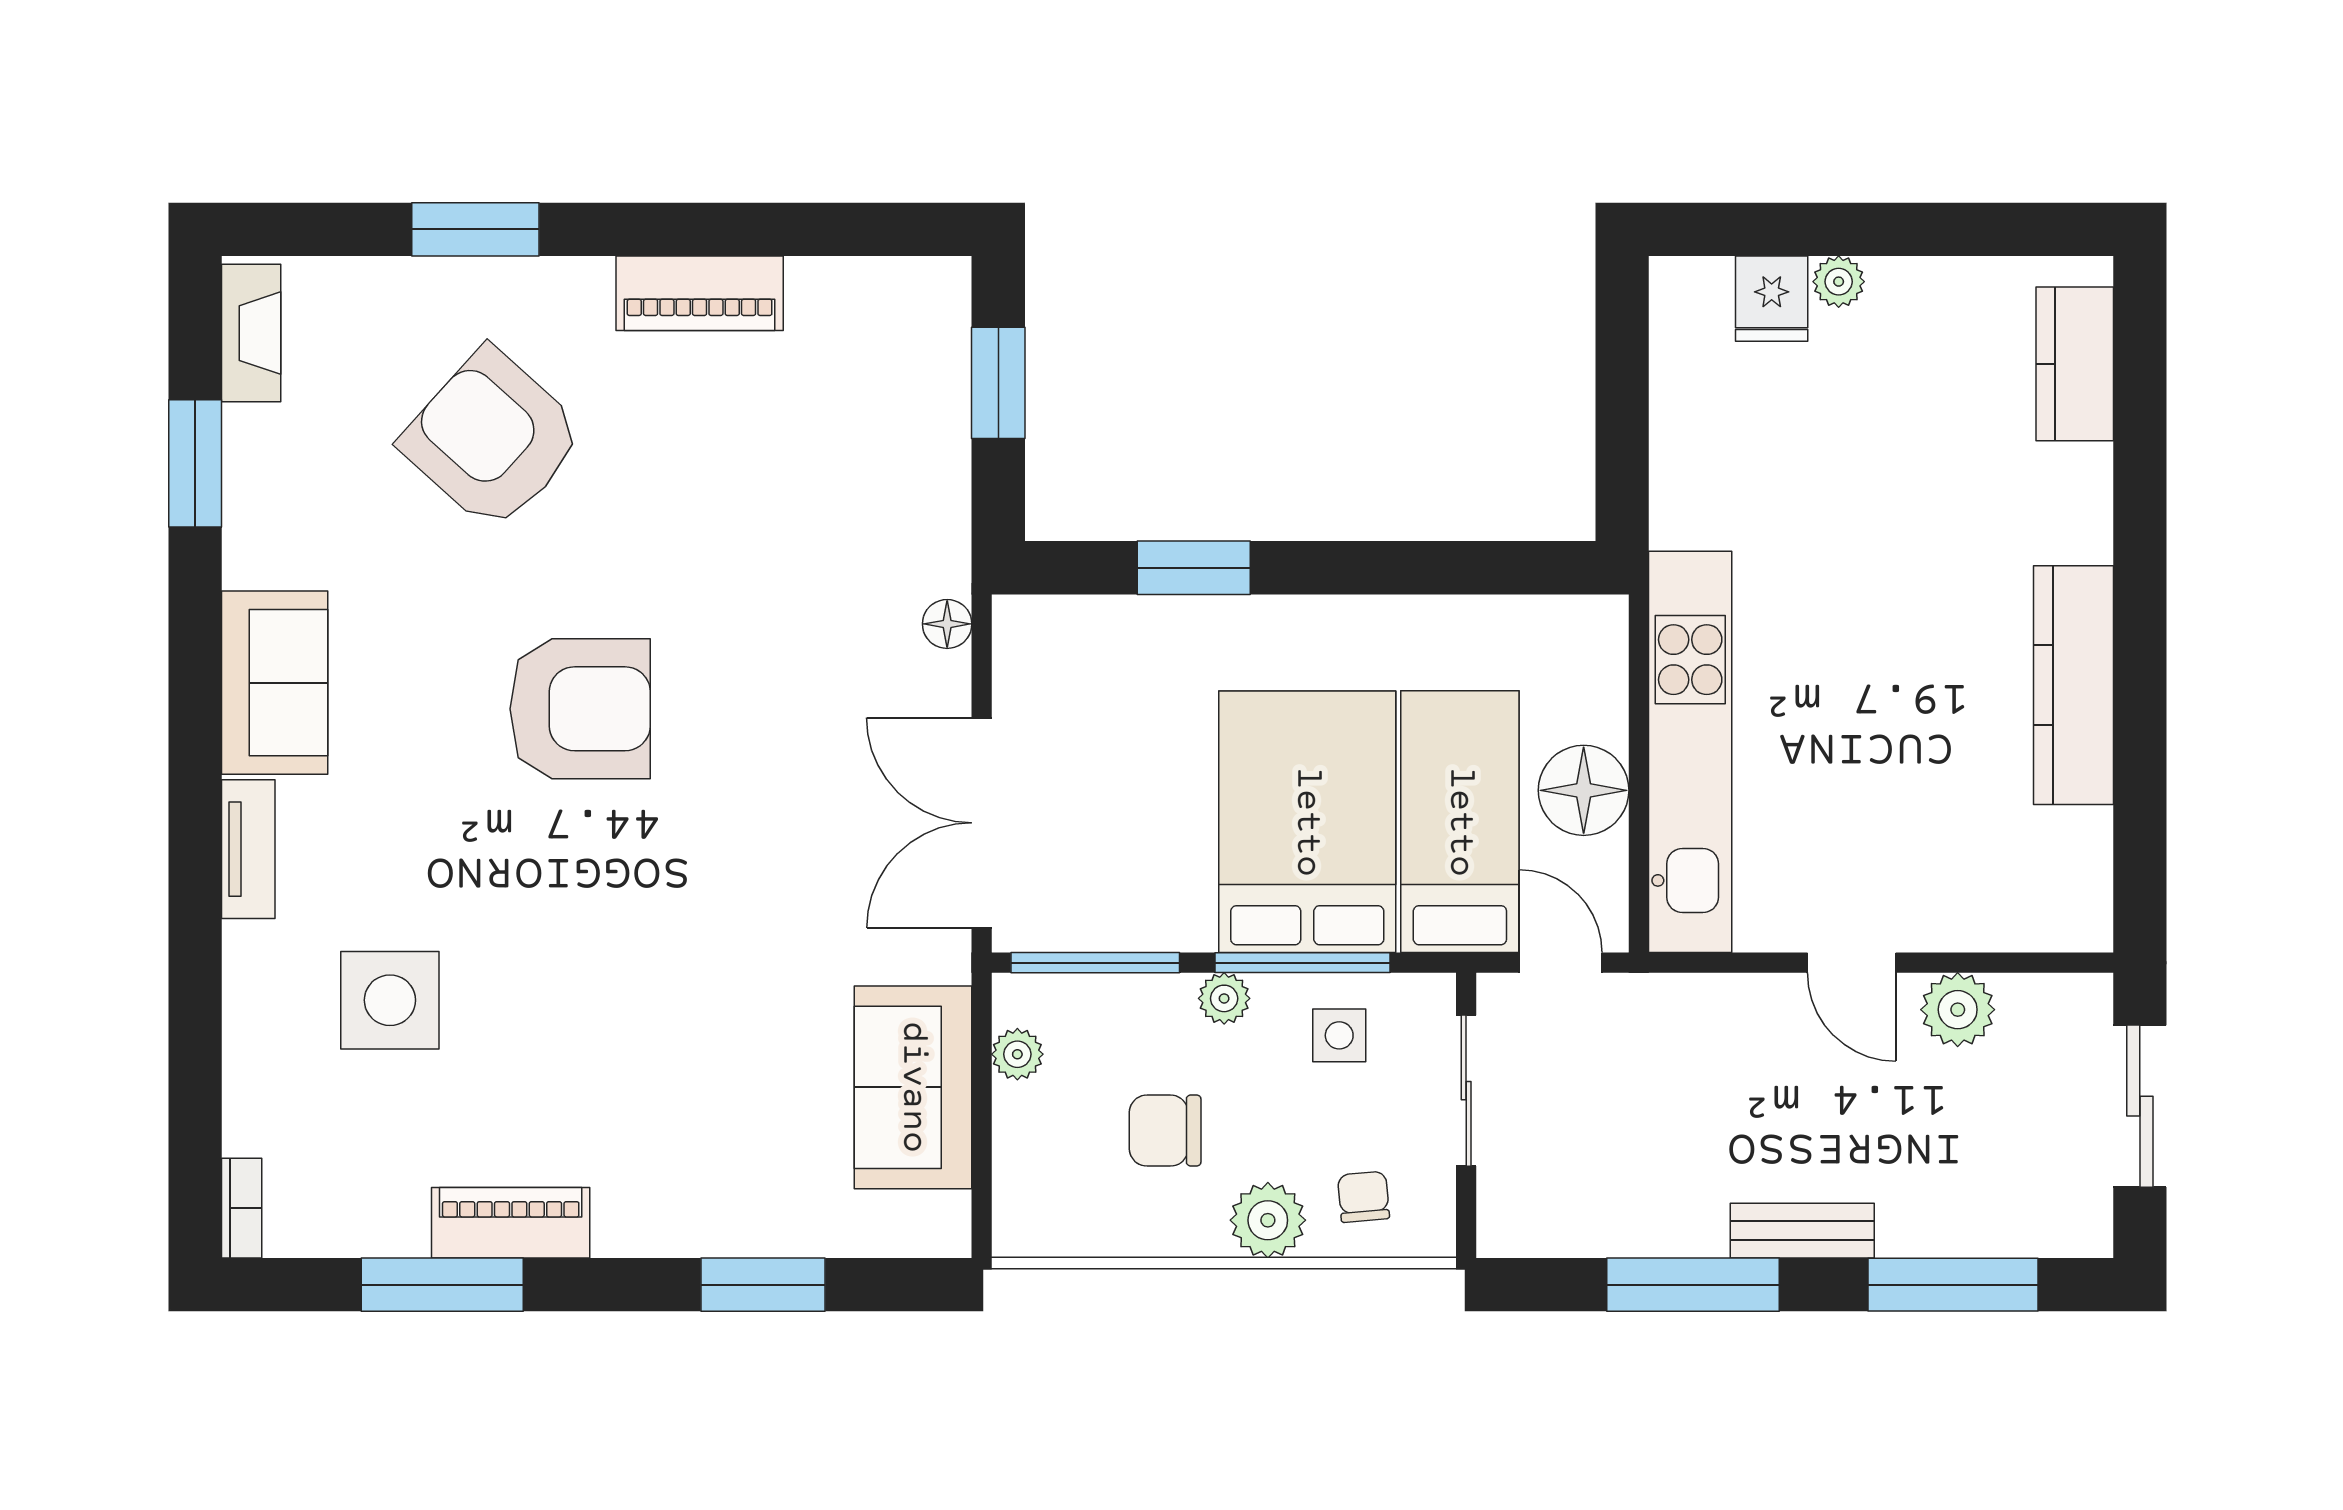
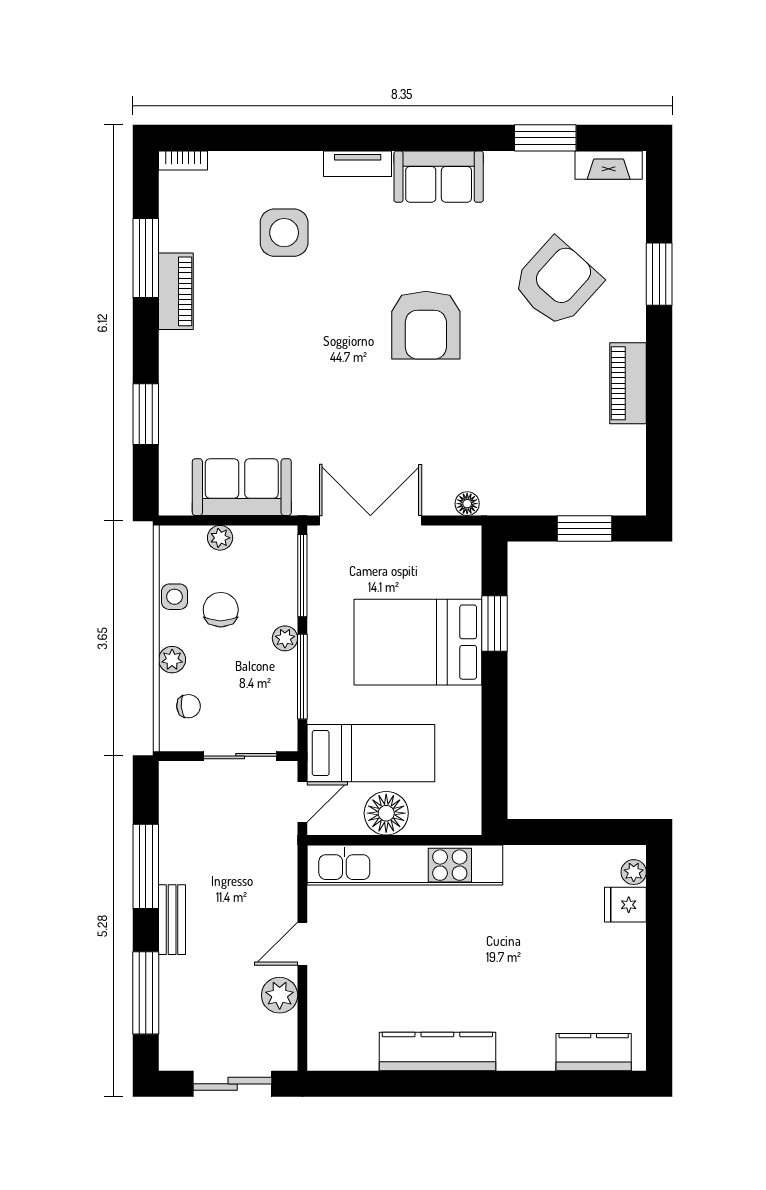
plant: (1839, 282) -> (634, 872), moved
bed: (1307, 822) -> (418, 642), moved, turned 180
side table: (1339, 1035) -> (174, 597), moved
plant: (1017, 1054) -> (220, 538), moved
plant: (1268, 1220) -> (172, 660), width x0.73, depth x0.73

